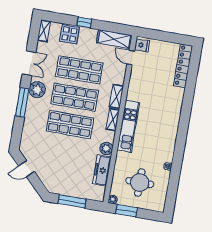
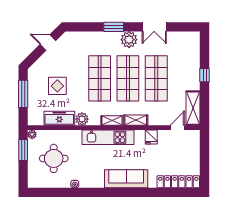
shelving: (44, 31) -> (189, 36), removed
display table: (69, 34) -> (57, 86), moved
fridge: (142, 45) -> (151, 137), moved
window: (22, 102) -> (114, 27), width x0.69
sofa: (172, 116) -> (126, 179), added
door: (27, 169) -> (48, 43), hinge flipped

